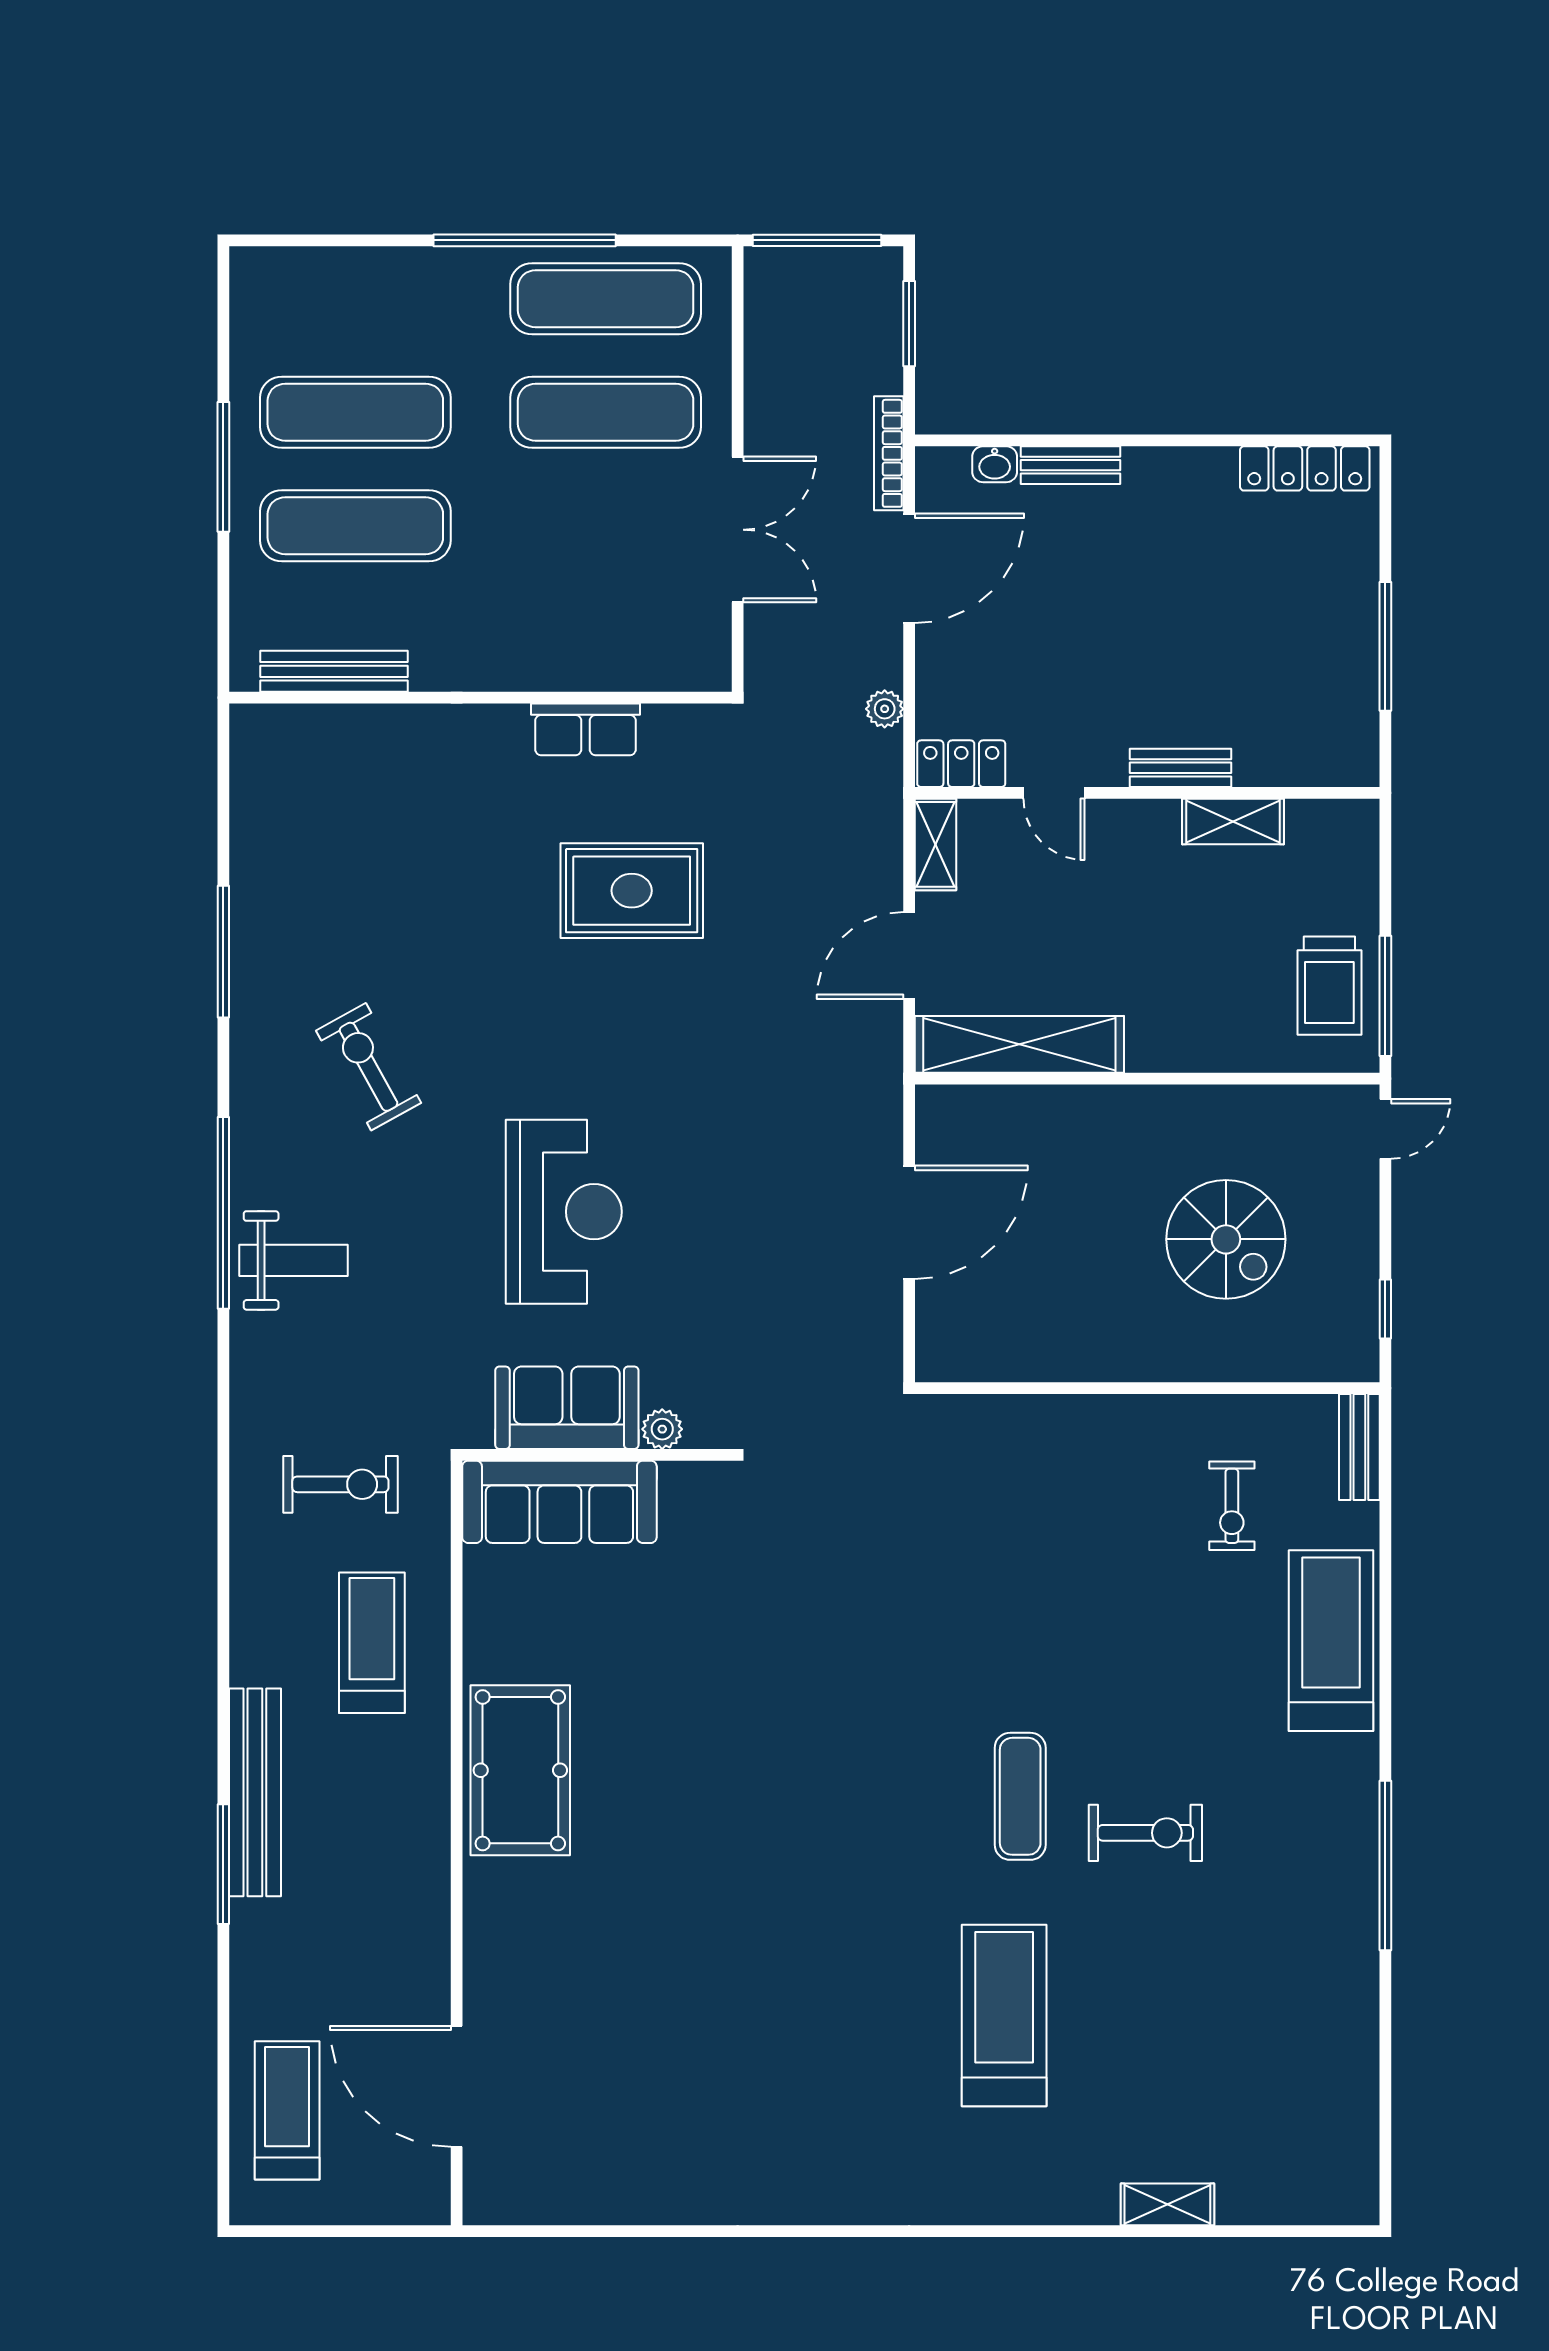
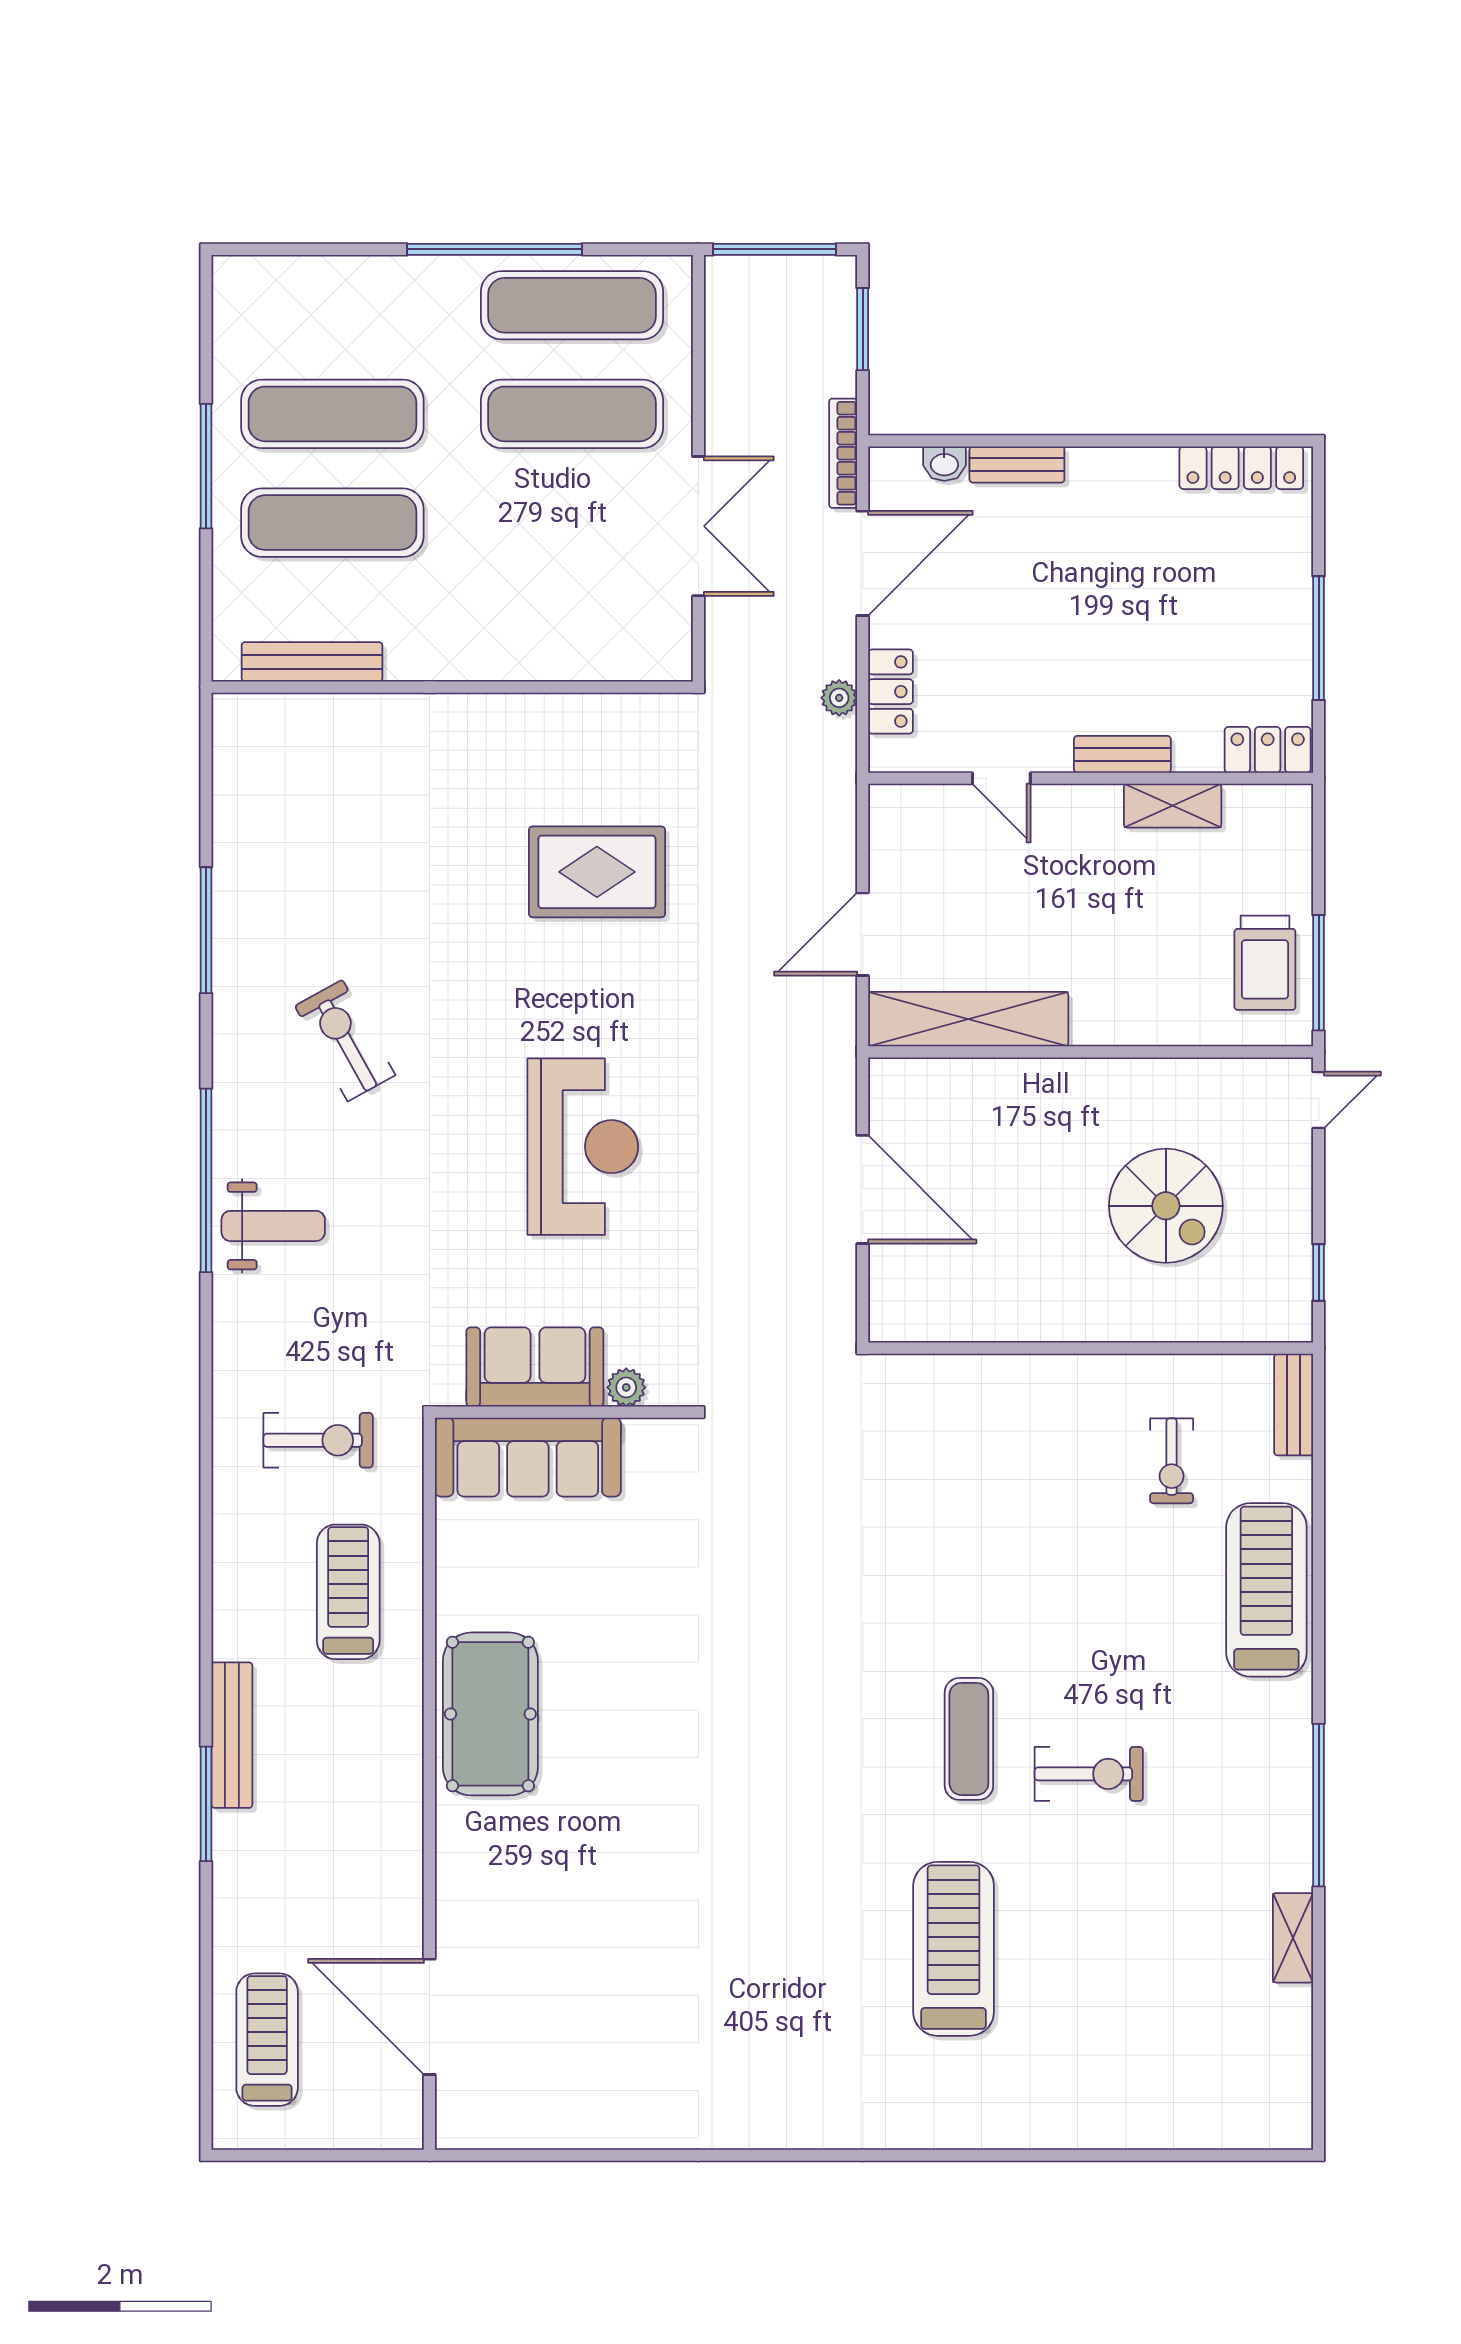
row of seats: (586, 729) -> (553, 717), removed
locker: (1332, 763) -> (1268, 750), added
locker: (961, 764) -> (890, 692), moved, turned 90
shelving: (935, 844) -> (888, 828), removed
reception desk: (564, 1212) -> (583, 1147), moved
door: (909, 1222) -> (863, 1189), hinge flipped
bench: (255, 1792) -> (232, 1735), width x0.73, depth x0.82
shelving: (1167, 2204) -> (1293, 1938), moved, turned 90

